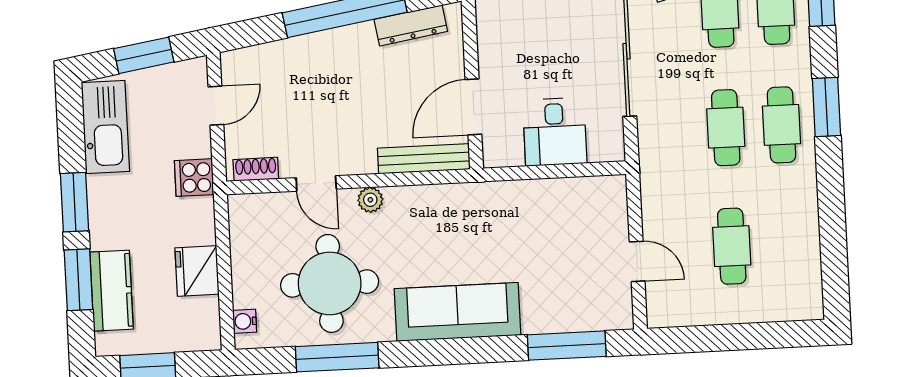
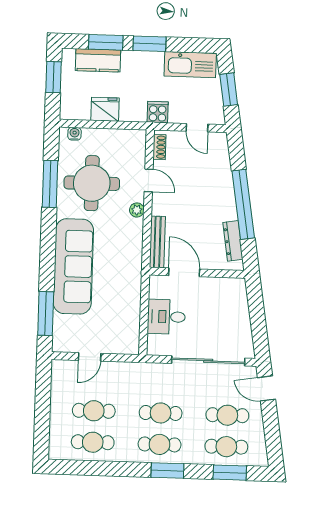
door: (316, 183) -> (149, 180), swing flipped
cafe table: (788, 243) -> (93, 442), added
sofa: (458, 312) -> (73, 266), width x1.36, depth x1.27

